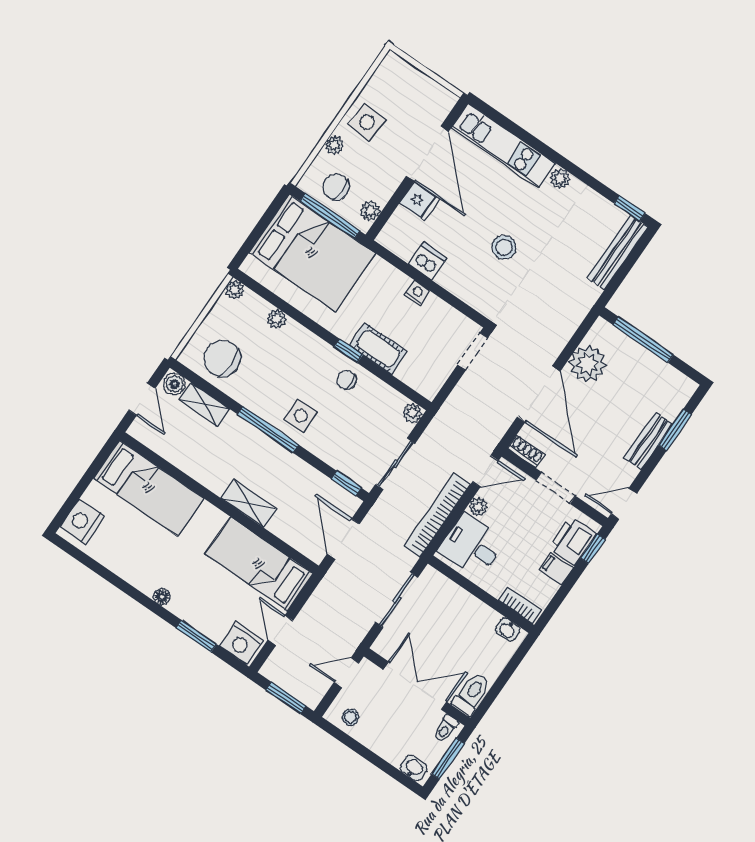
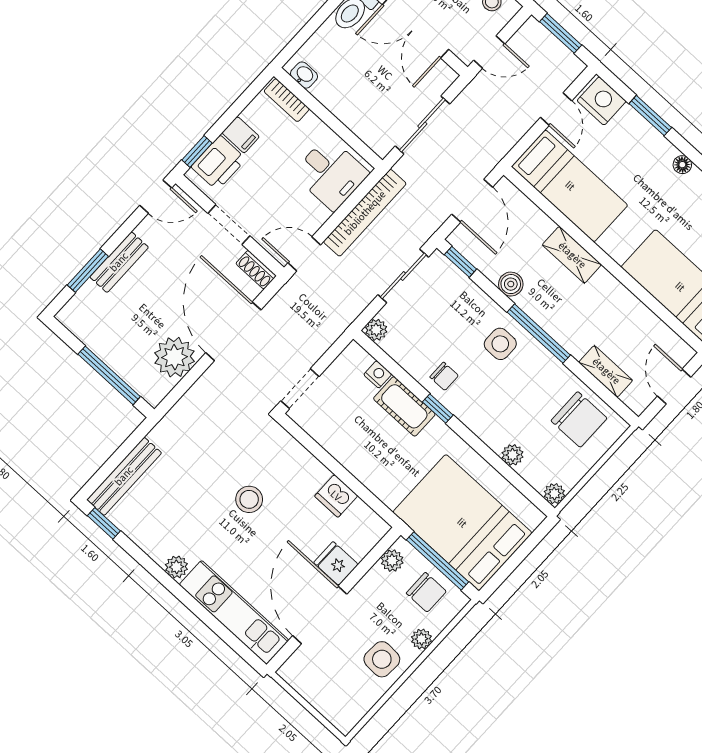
nightstand: (417, 293) -> (378, 374), moved, turned 180
boiler: (174, 384) -> (511, 284), moved
plant: (478, 507) -> (318, 216), removed

